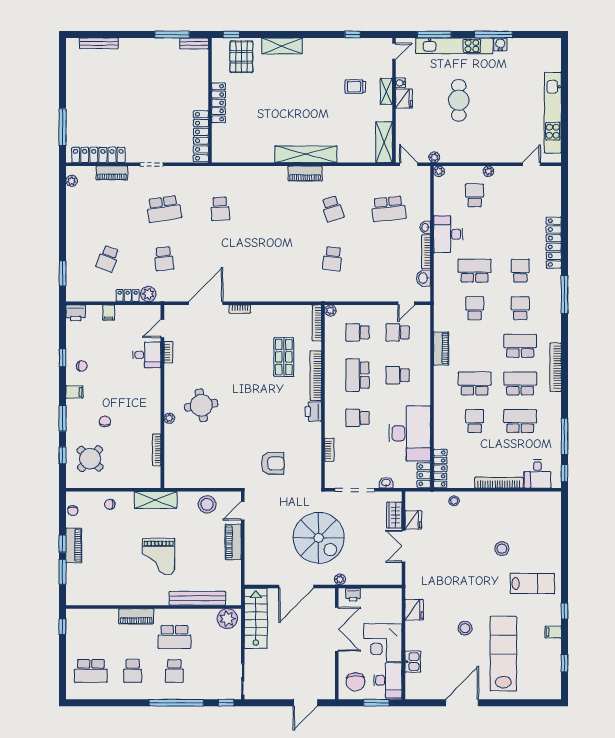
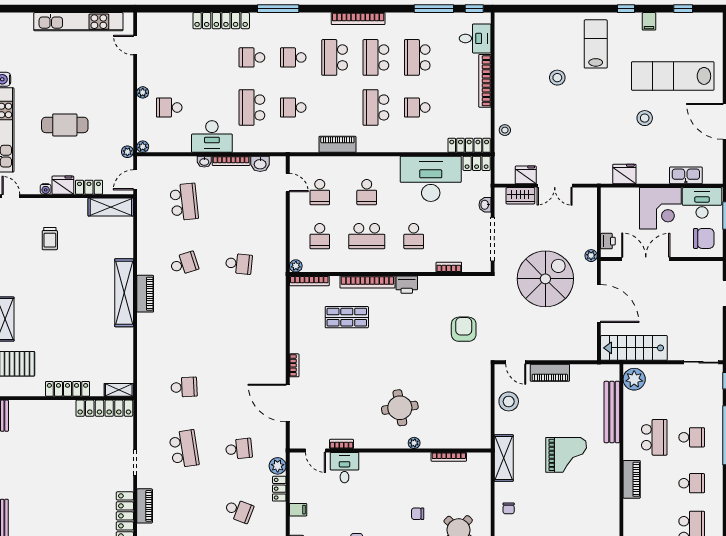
shelving: (386, 91) -> (119, 390), moved
locker: (402, 122) -> (89, 187), added
kitchen sink: (413, 662) -> (686, 175), width x1.38

